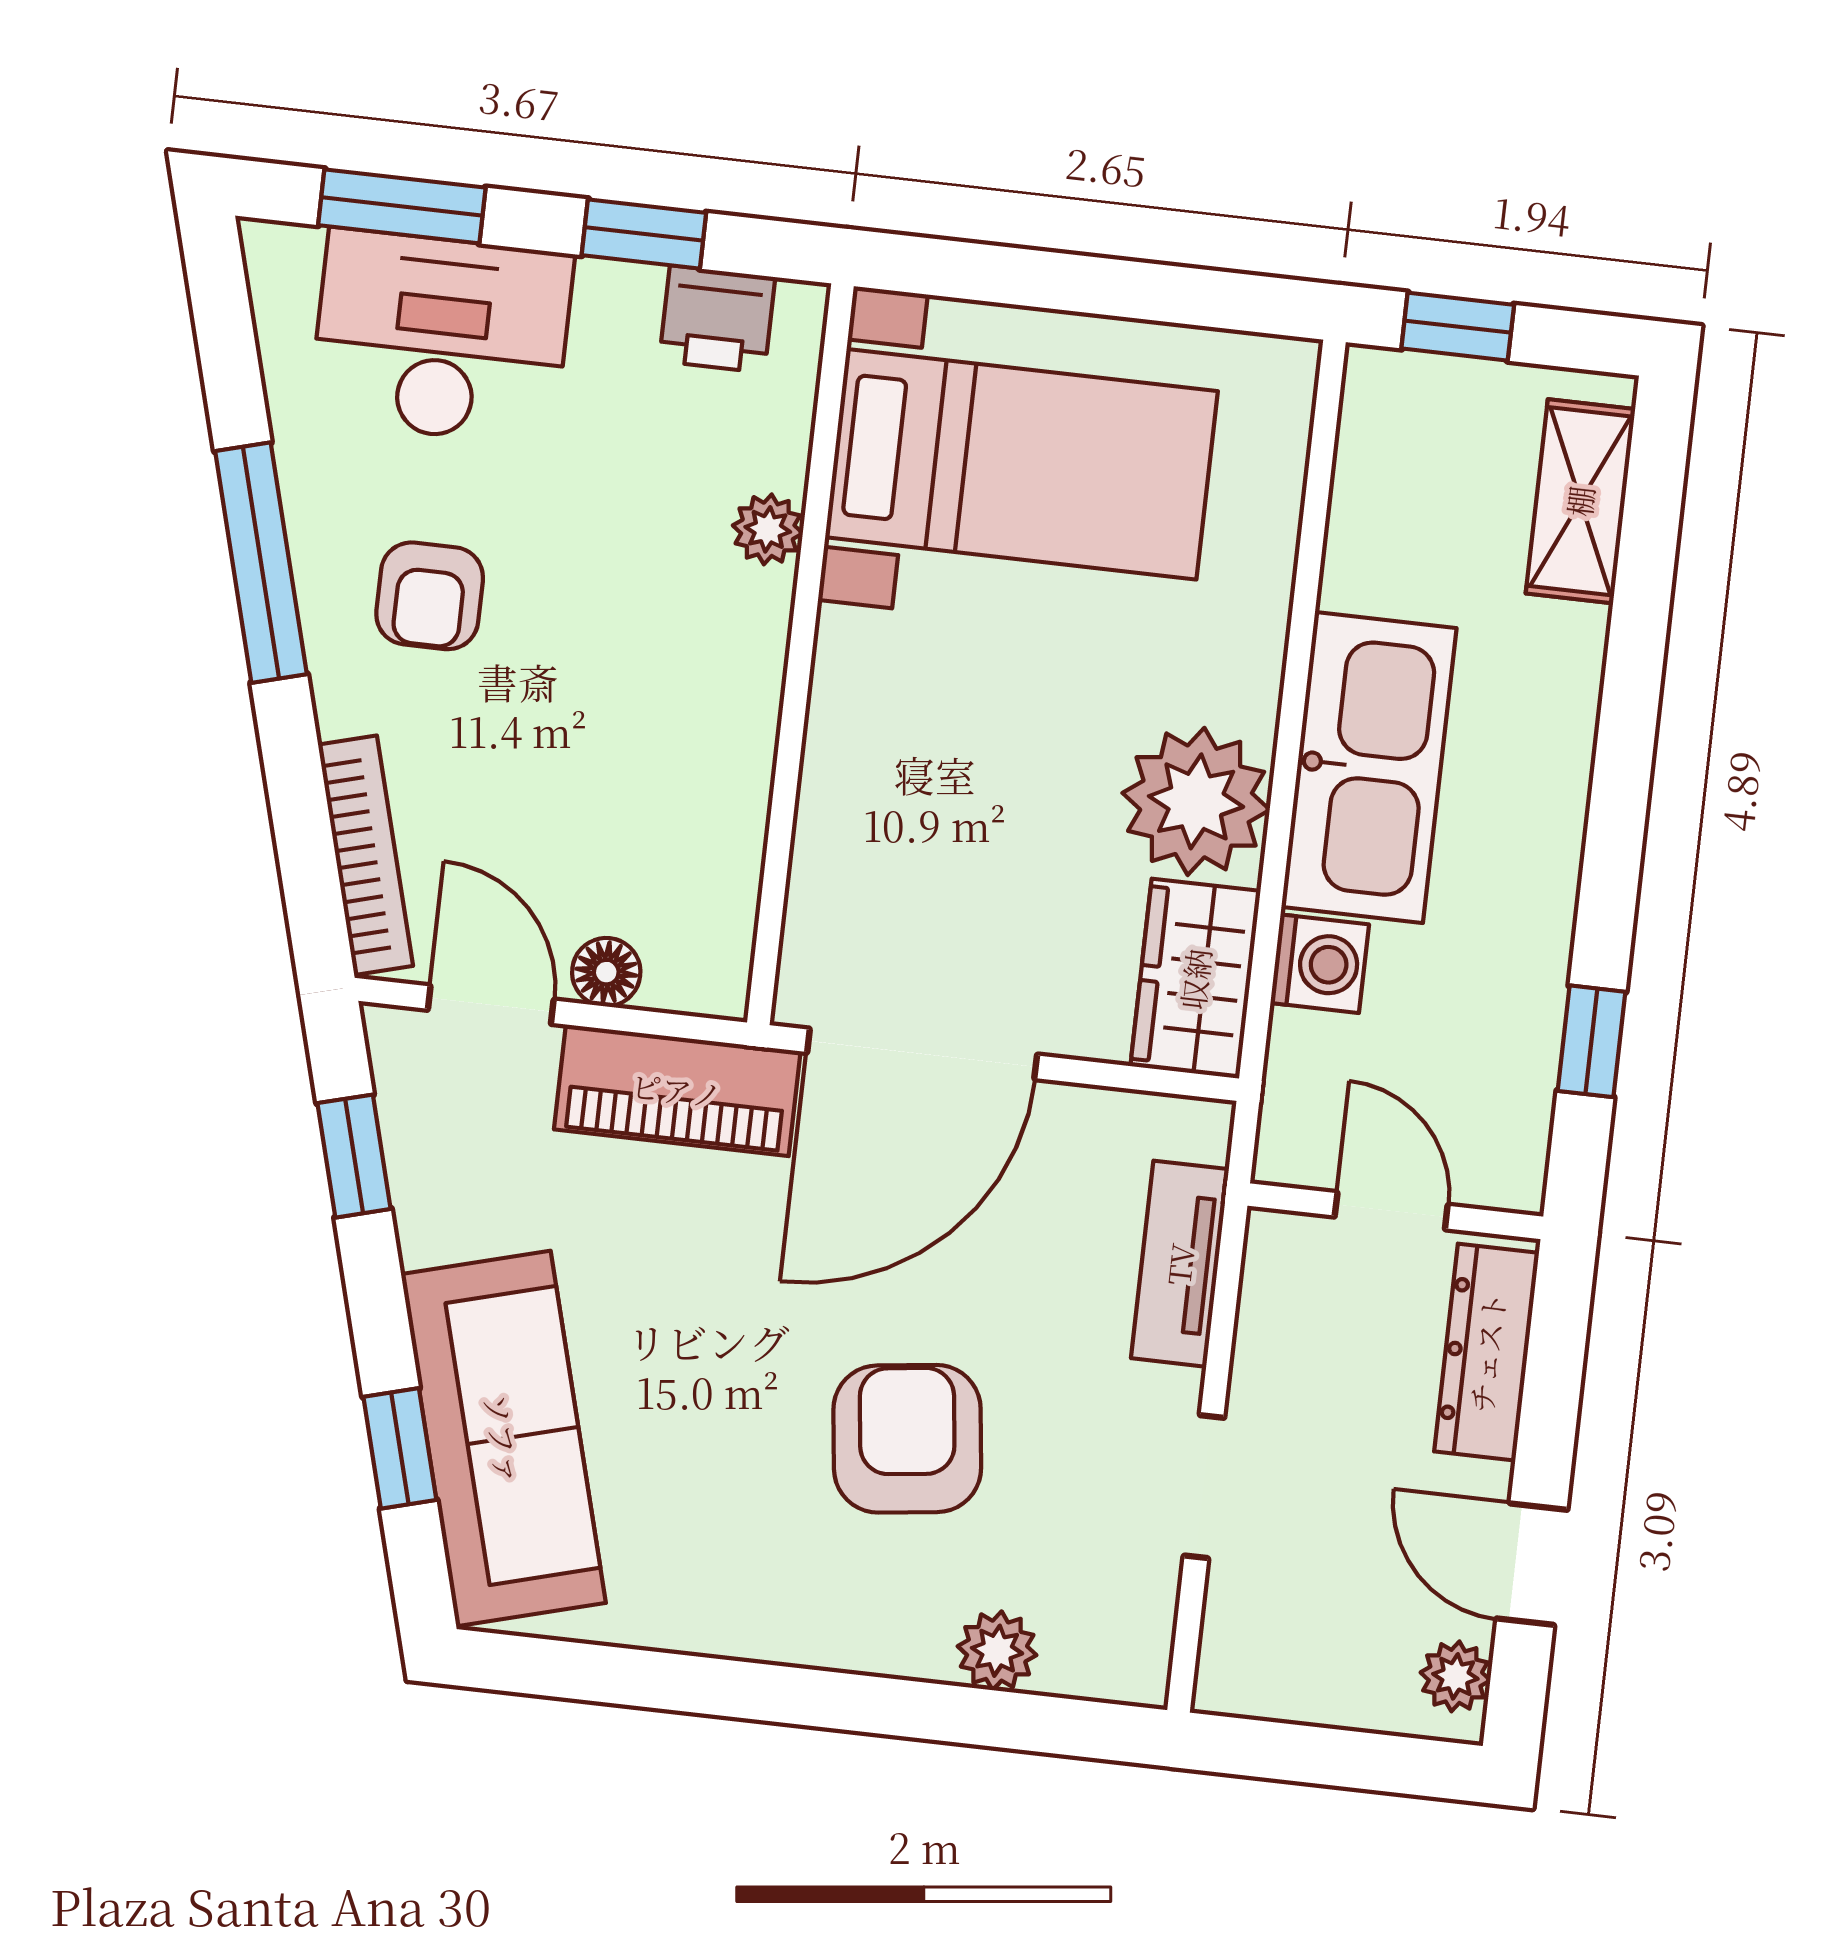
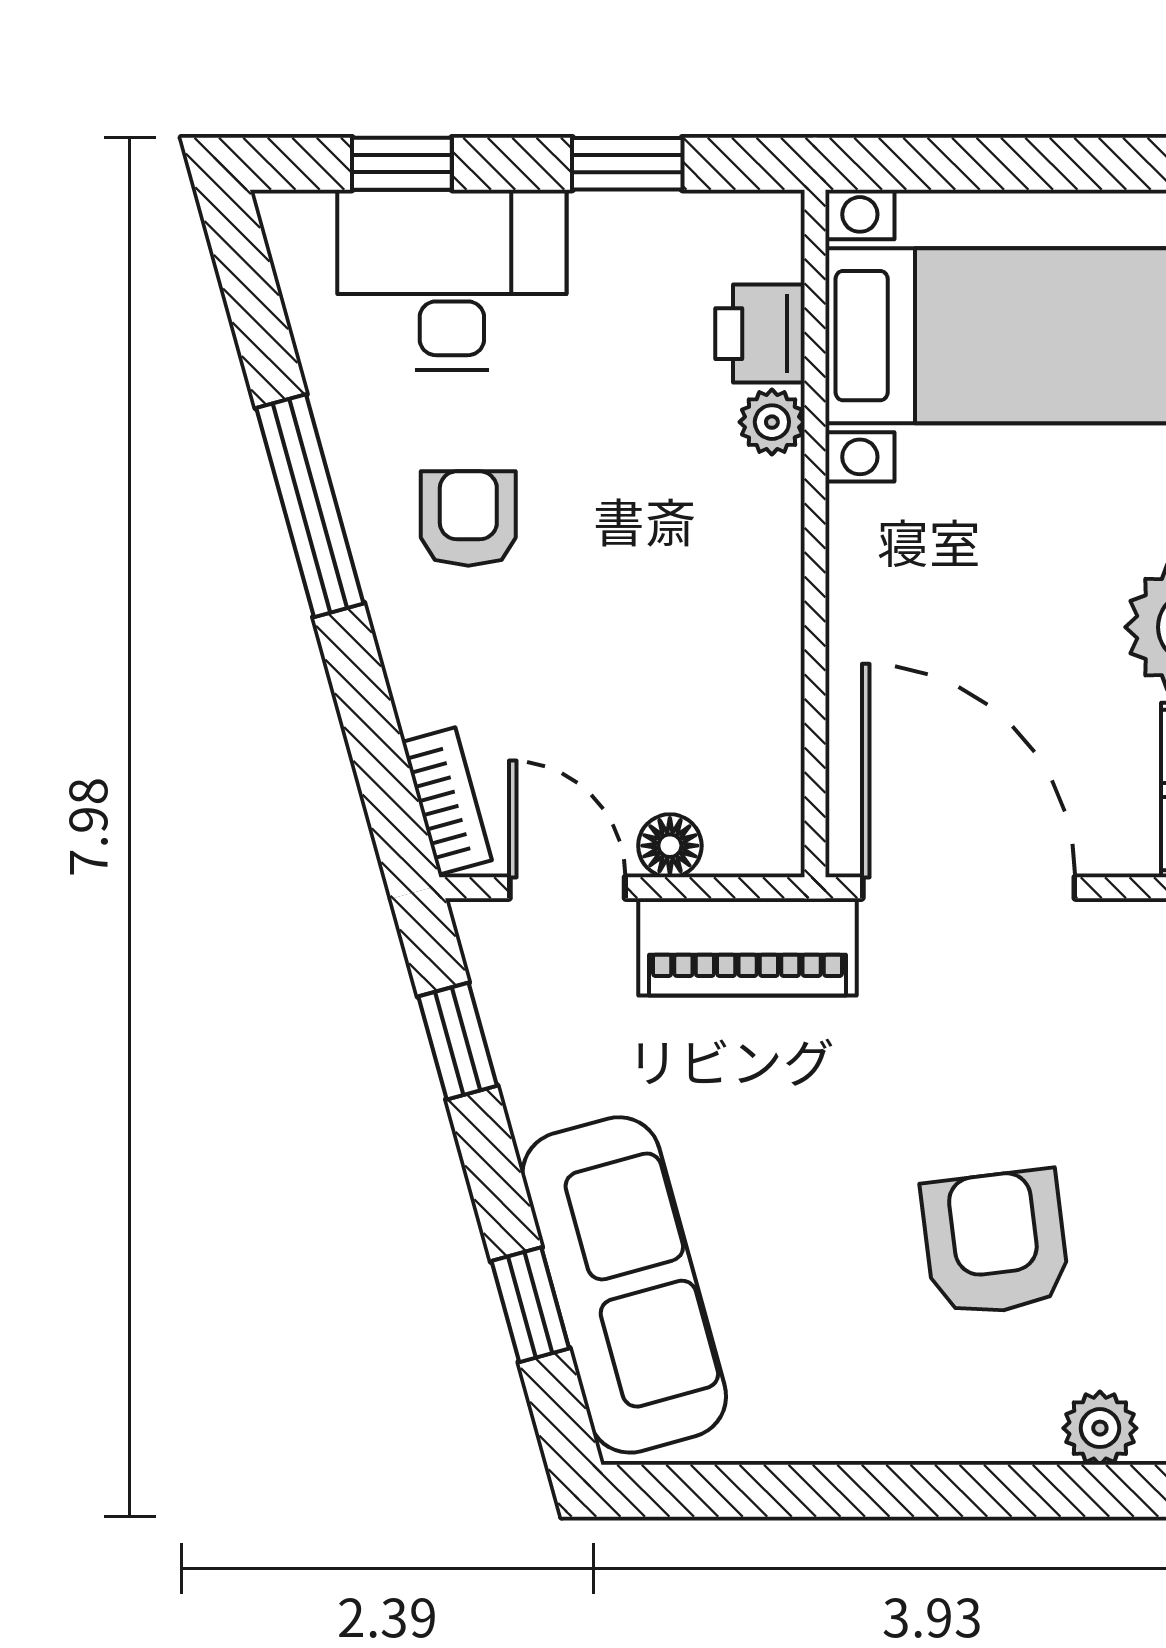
window: (402, 206) -> (402, 164), width x0.67
printer: (717, 319) -> (760, 334), moved, turned 90
armchair: (430, 596) -> (468, 519), turned 180
bookcase: (366, 855) -> (447, 801), width x0.64
door: (922, 1054) -> (969, 888), swing flipped

